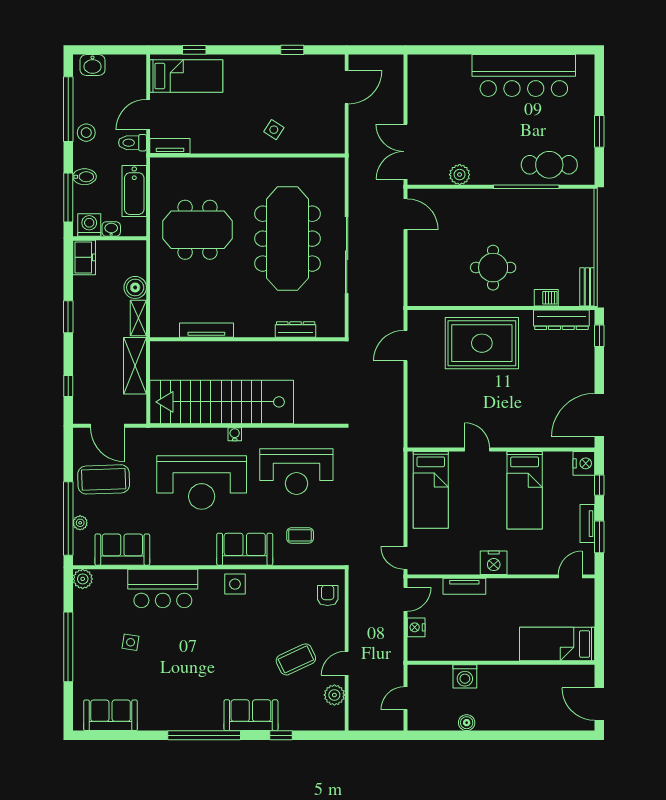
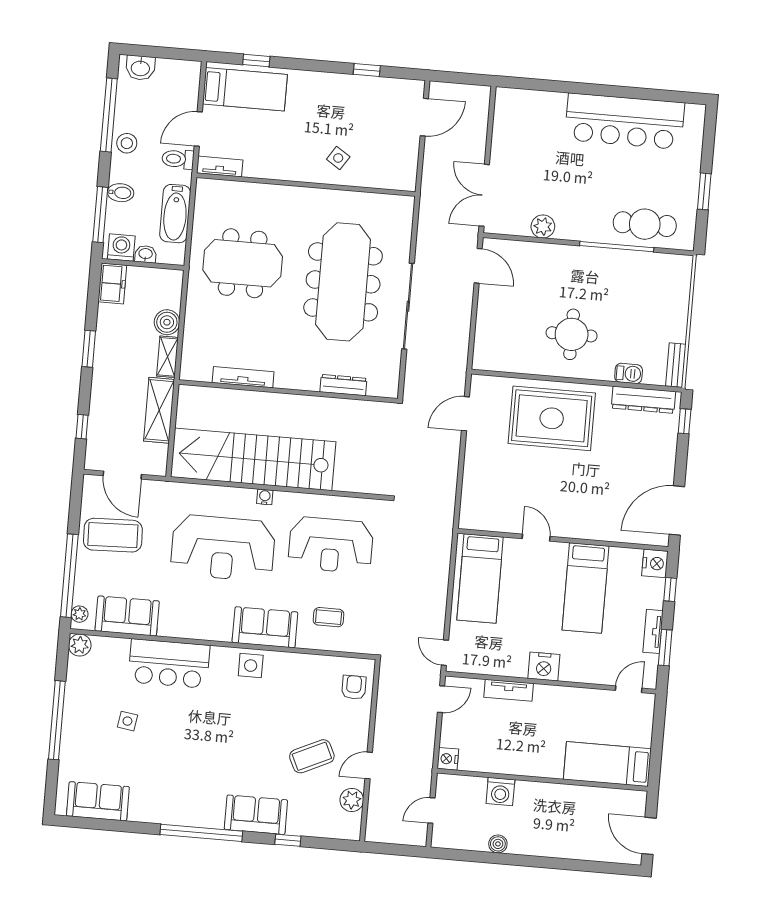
plant: (80, 523) -> (80, 614), moved
nightstand: (416, 627) -> (448, 759), moved

